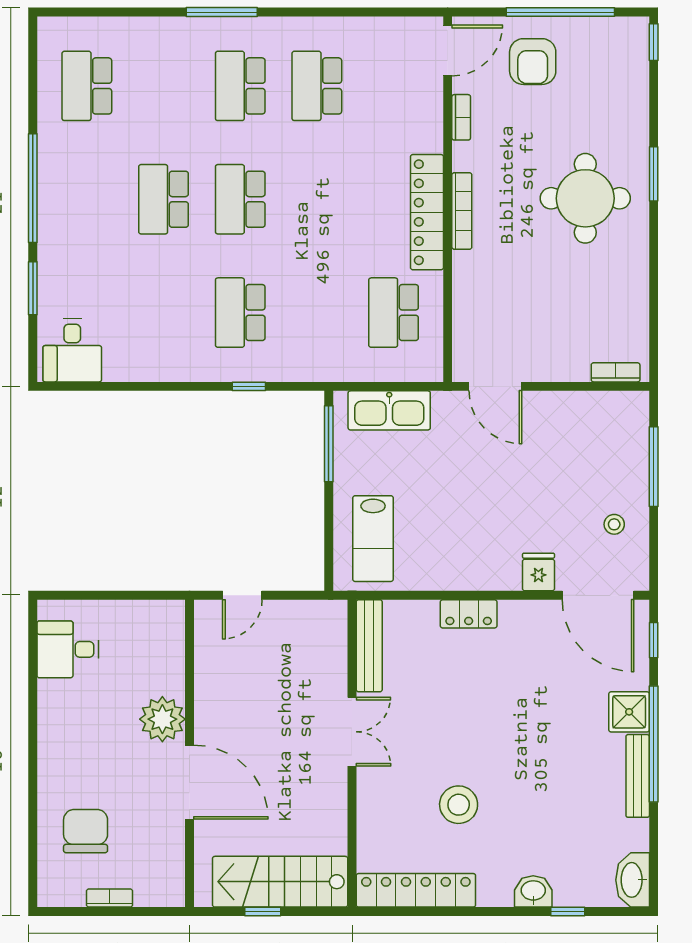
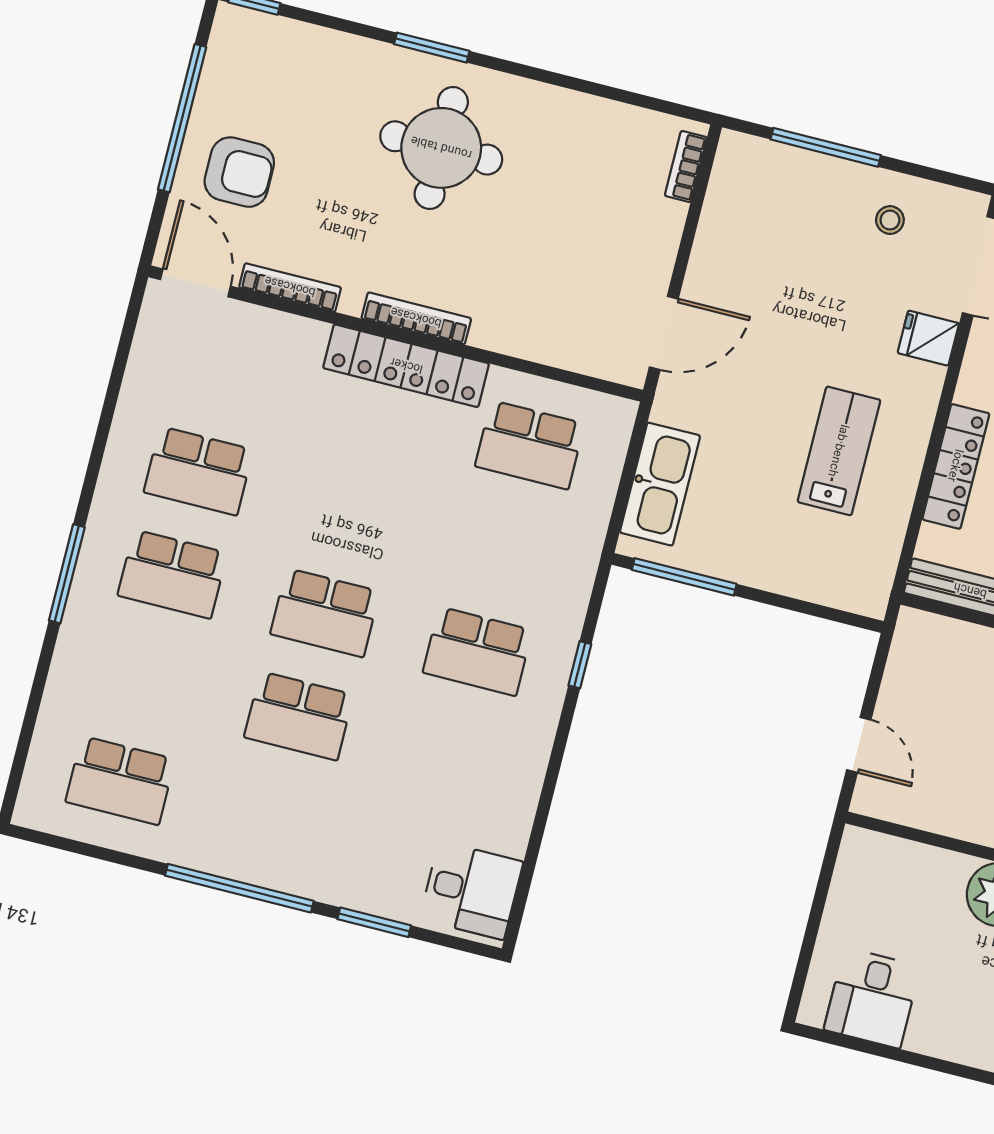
bookcase: (461, 117) -> (290, 287), width x1.56
lab bench: (373, 539) -> (839, 451), moved, turned -90
locker: (469, 614) -> (956, 466), width x1.53

